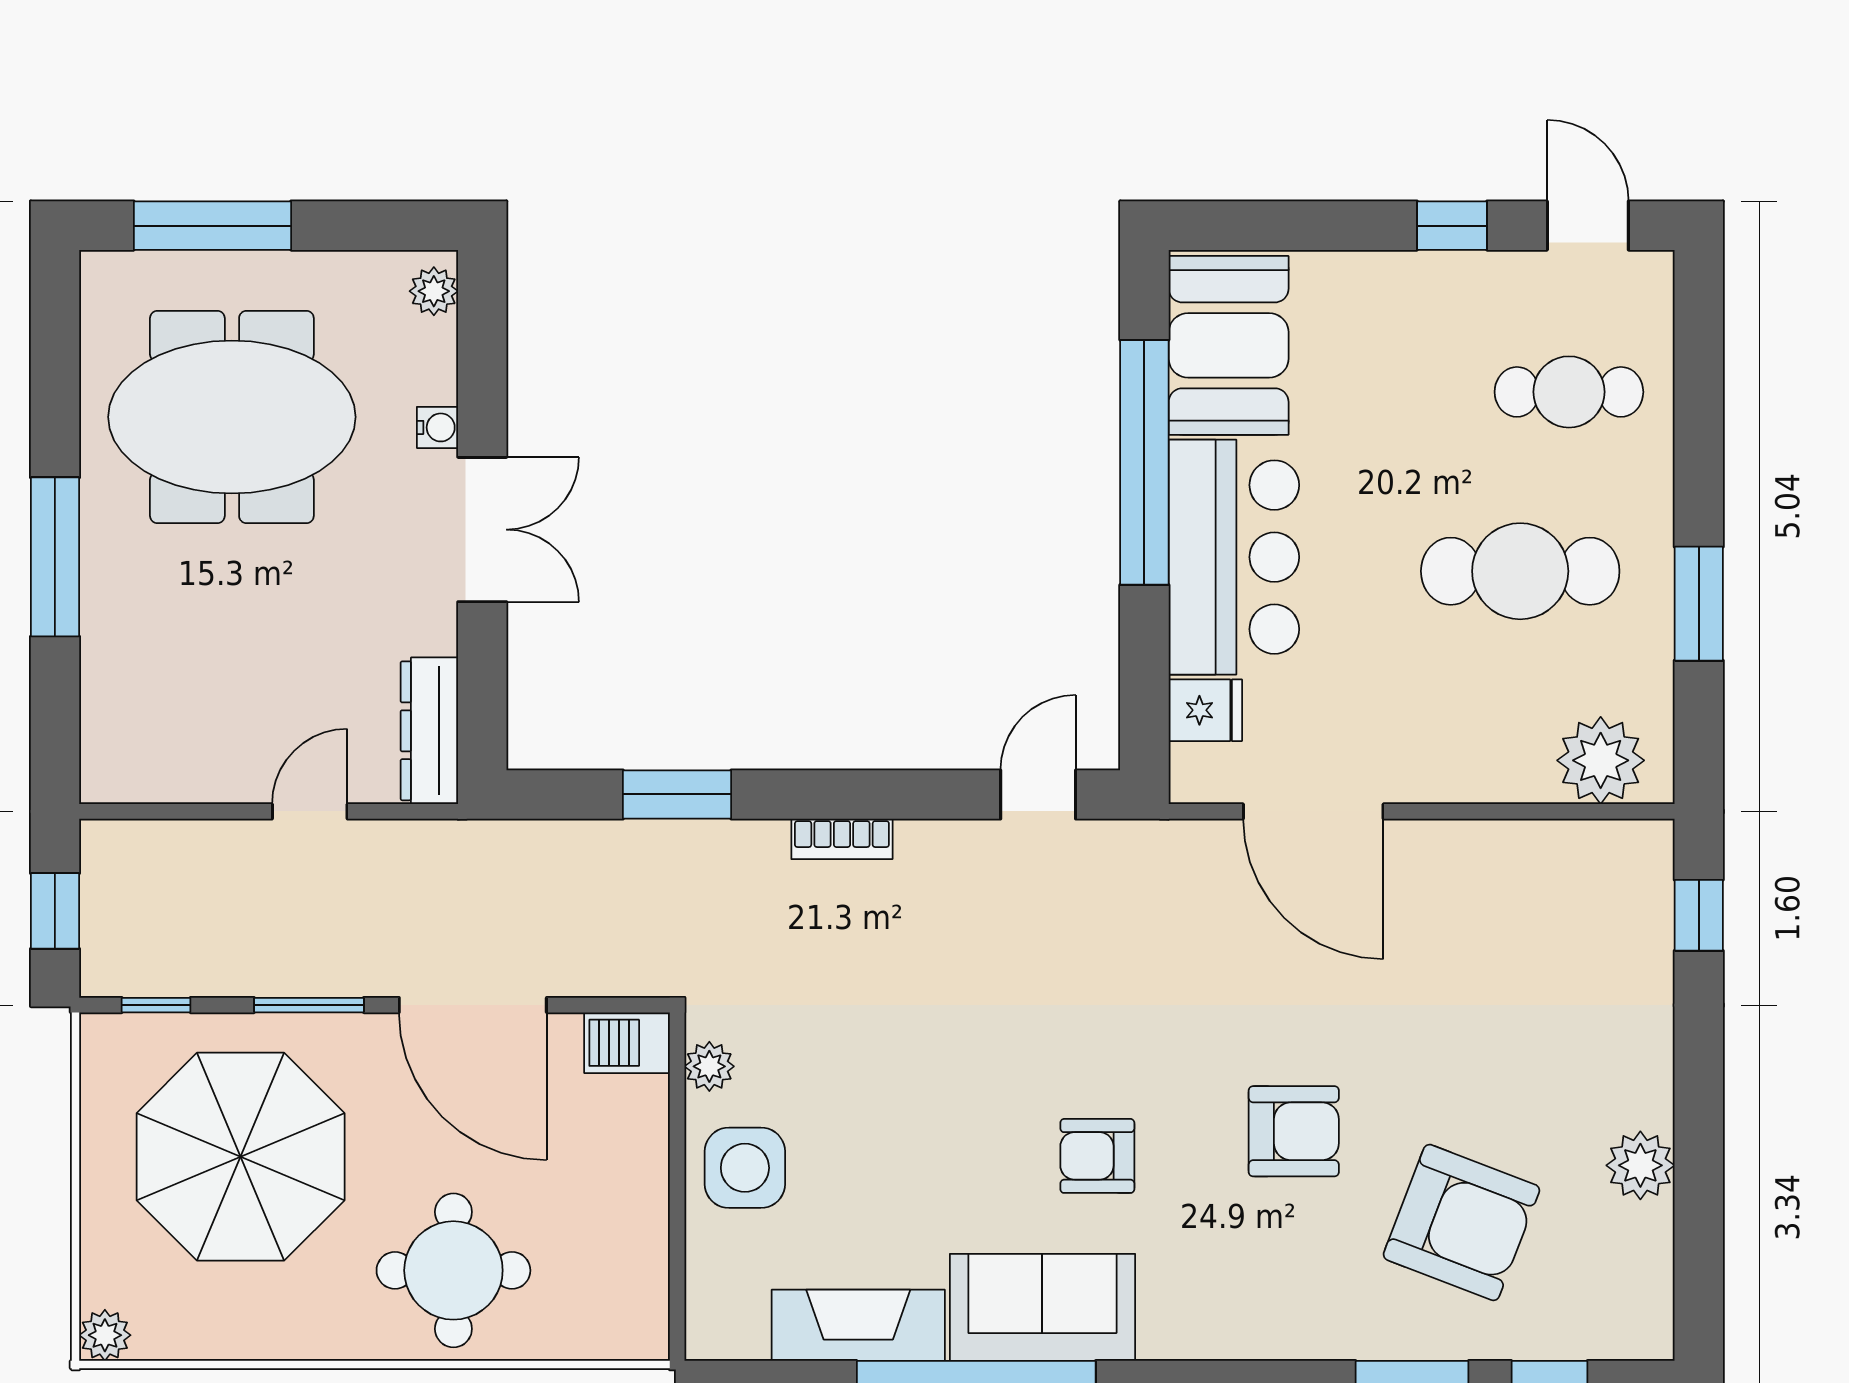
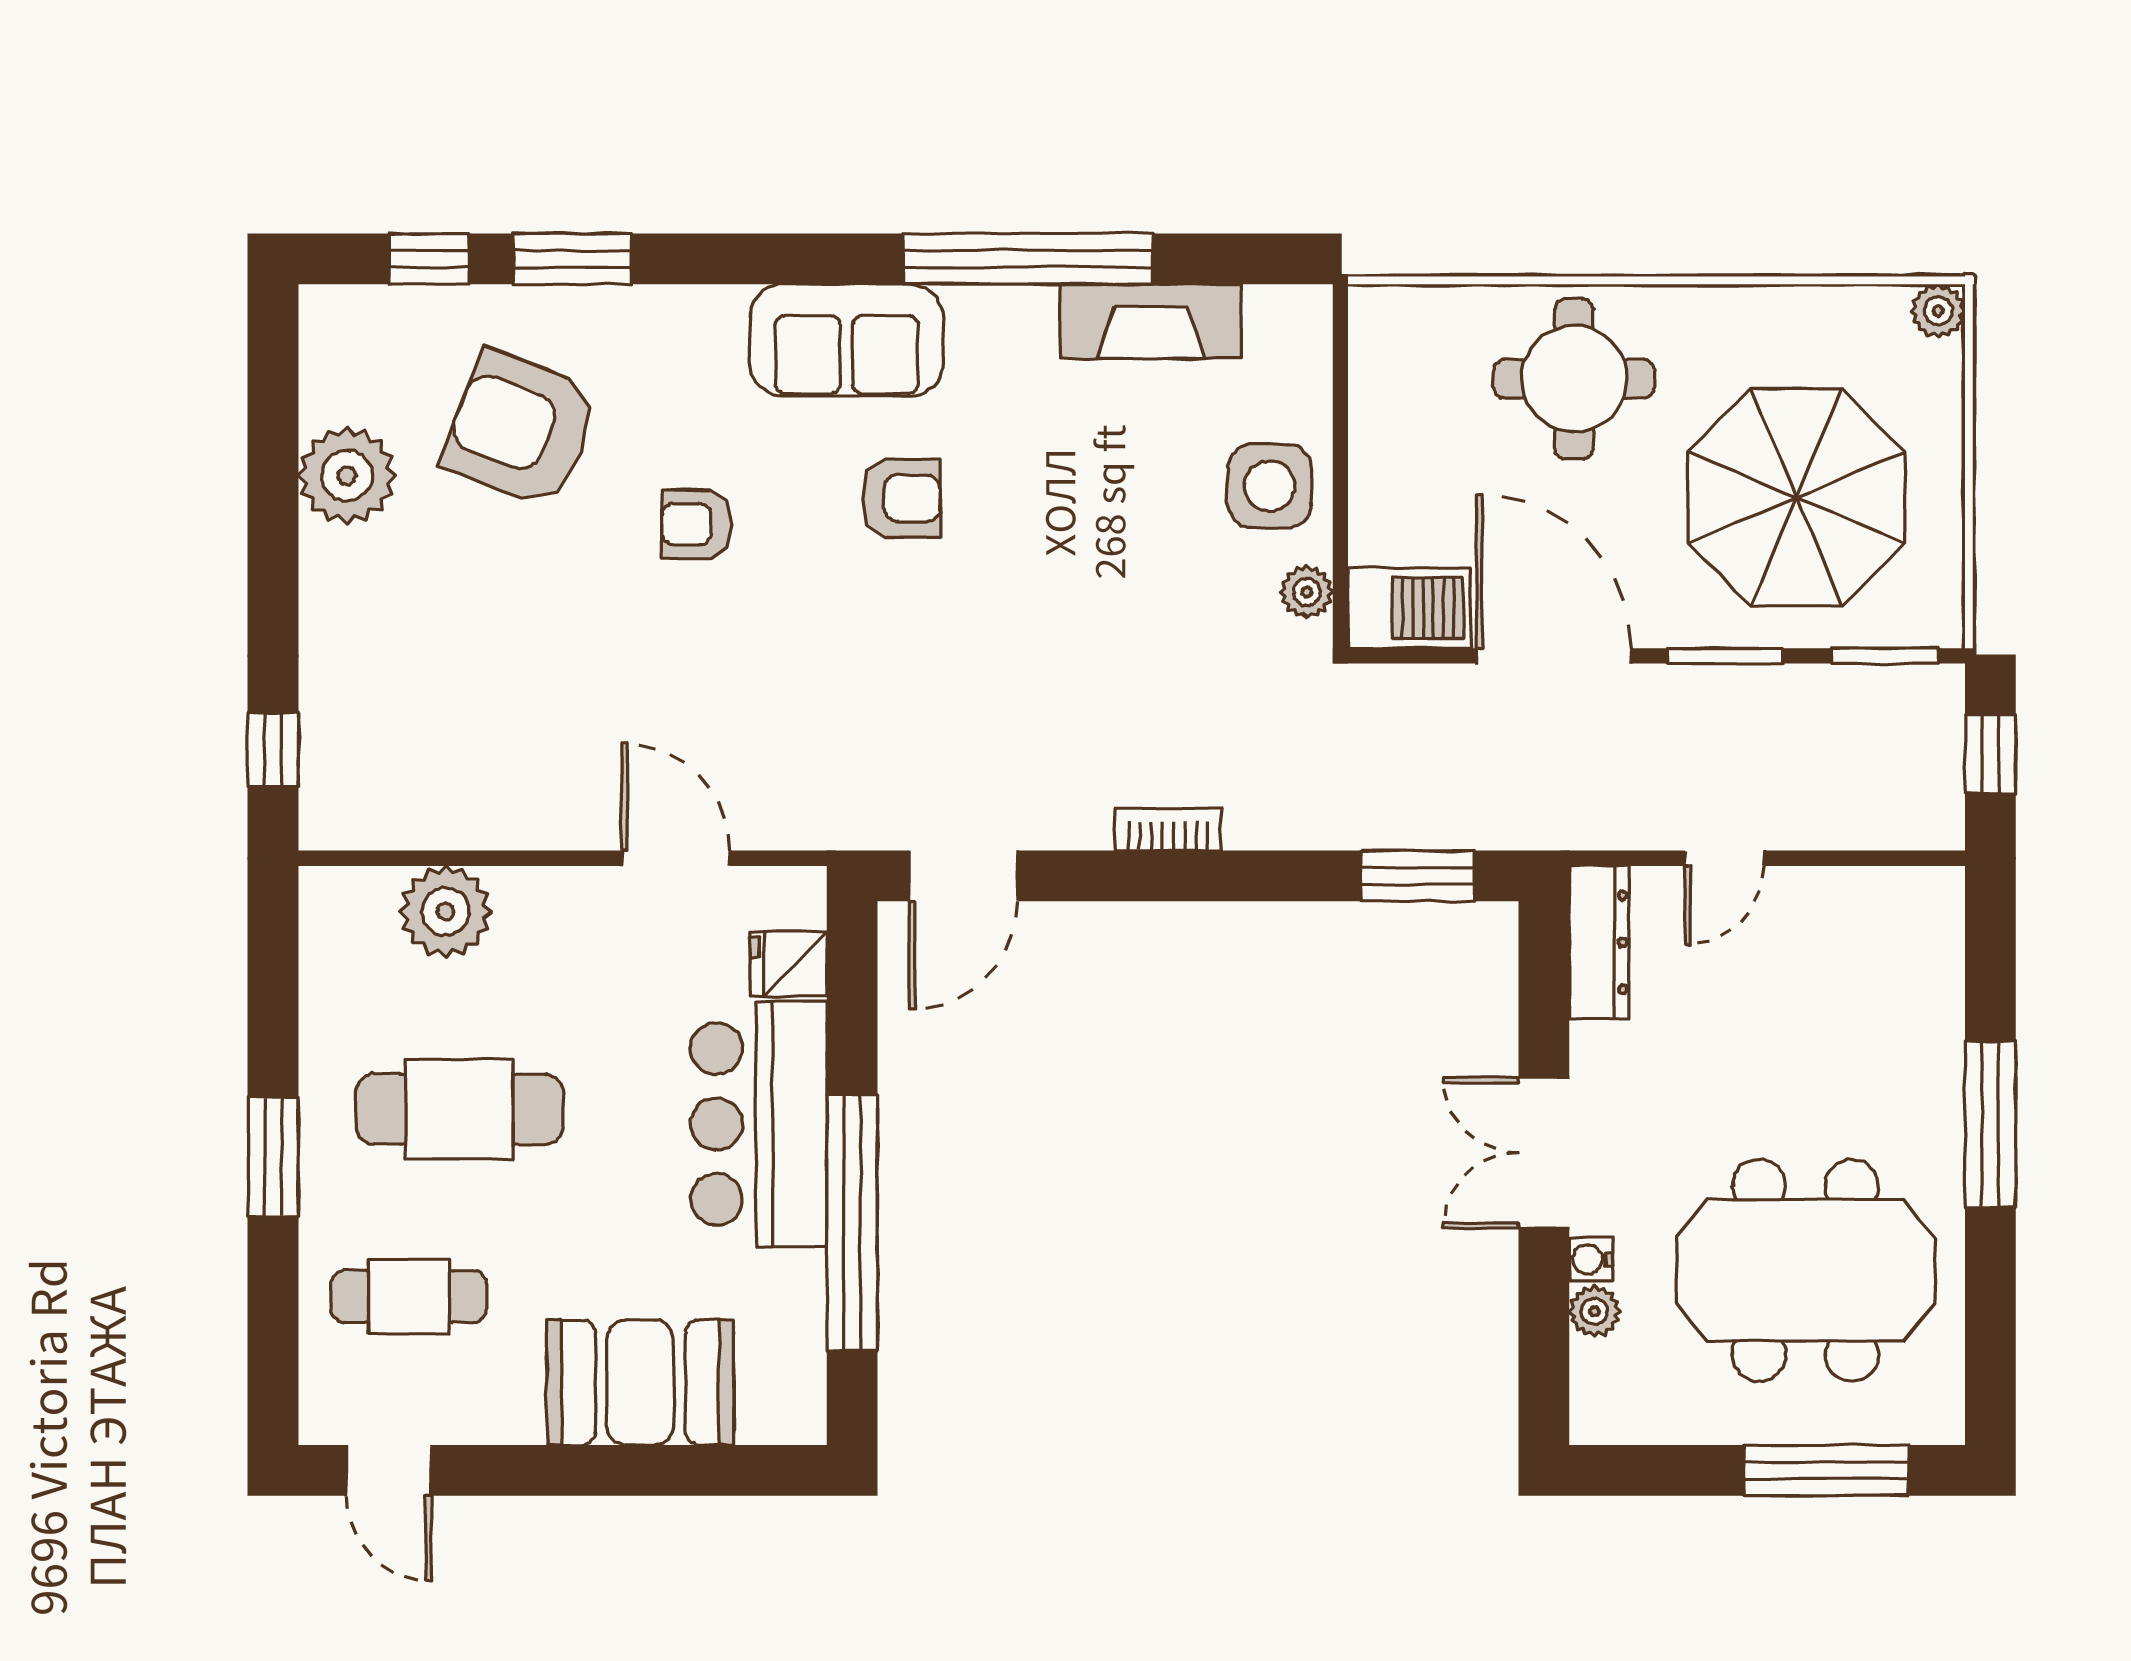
window: (1452, 226) -> (531, 1470), removed
plant: (434, 291) -> (1595, 1311), moved
booth: (1229, 345) -> (640, 1382), moved, turned 90
window: (1699, 604) -> (273, 1157), moved
plant: (1601, 760) -> (446, 912), moved
window: (677, 794) -> (1417, 876), moved
door: (1038, 794) -> (963, 876), width x1.38
door: (1313, 811) -> (676, 858), width x0.73
window: (156, 1005) -> (1885, 656), width x1.50
barbecue: (627, 1043) -> (1410, 608), width x1.38, depth x1.27
armchair: (1294, 1131) -> (696, 524), width x0.72, depth x0.72
plant: (1640, 1165) -> (347, 476), width x1.36, depth x1.36
sofa: (1042, 1307) -> (847, 340), moved

